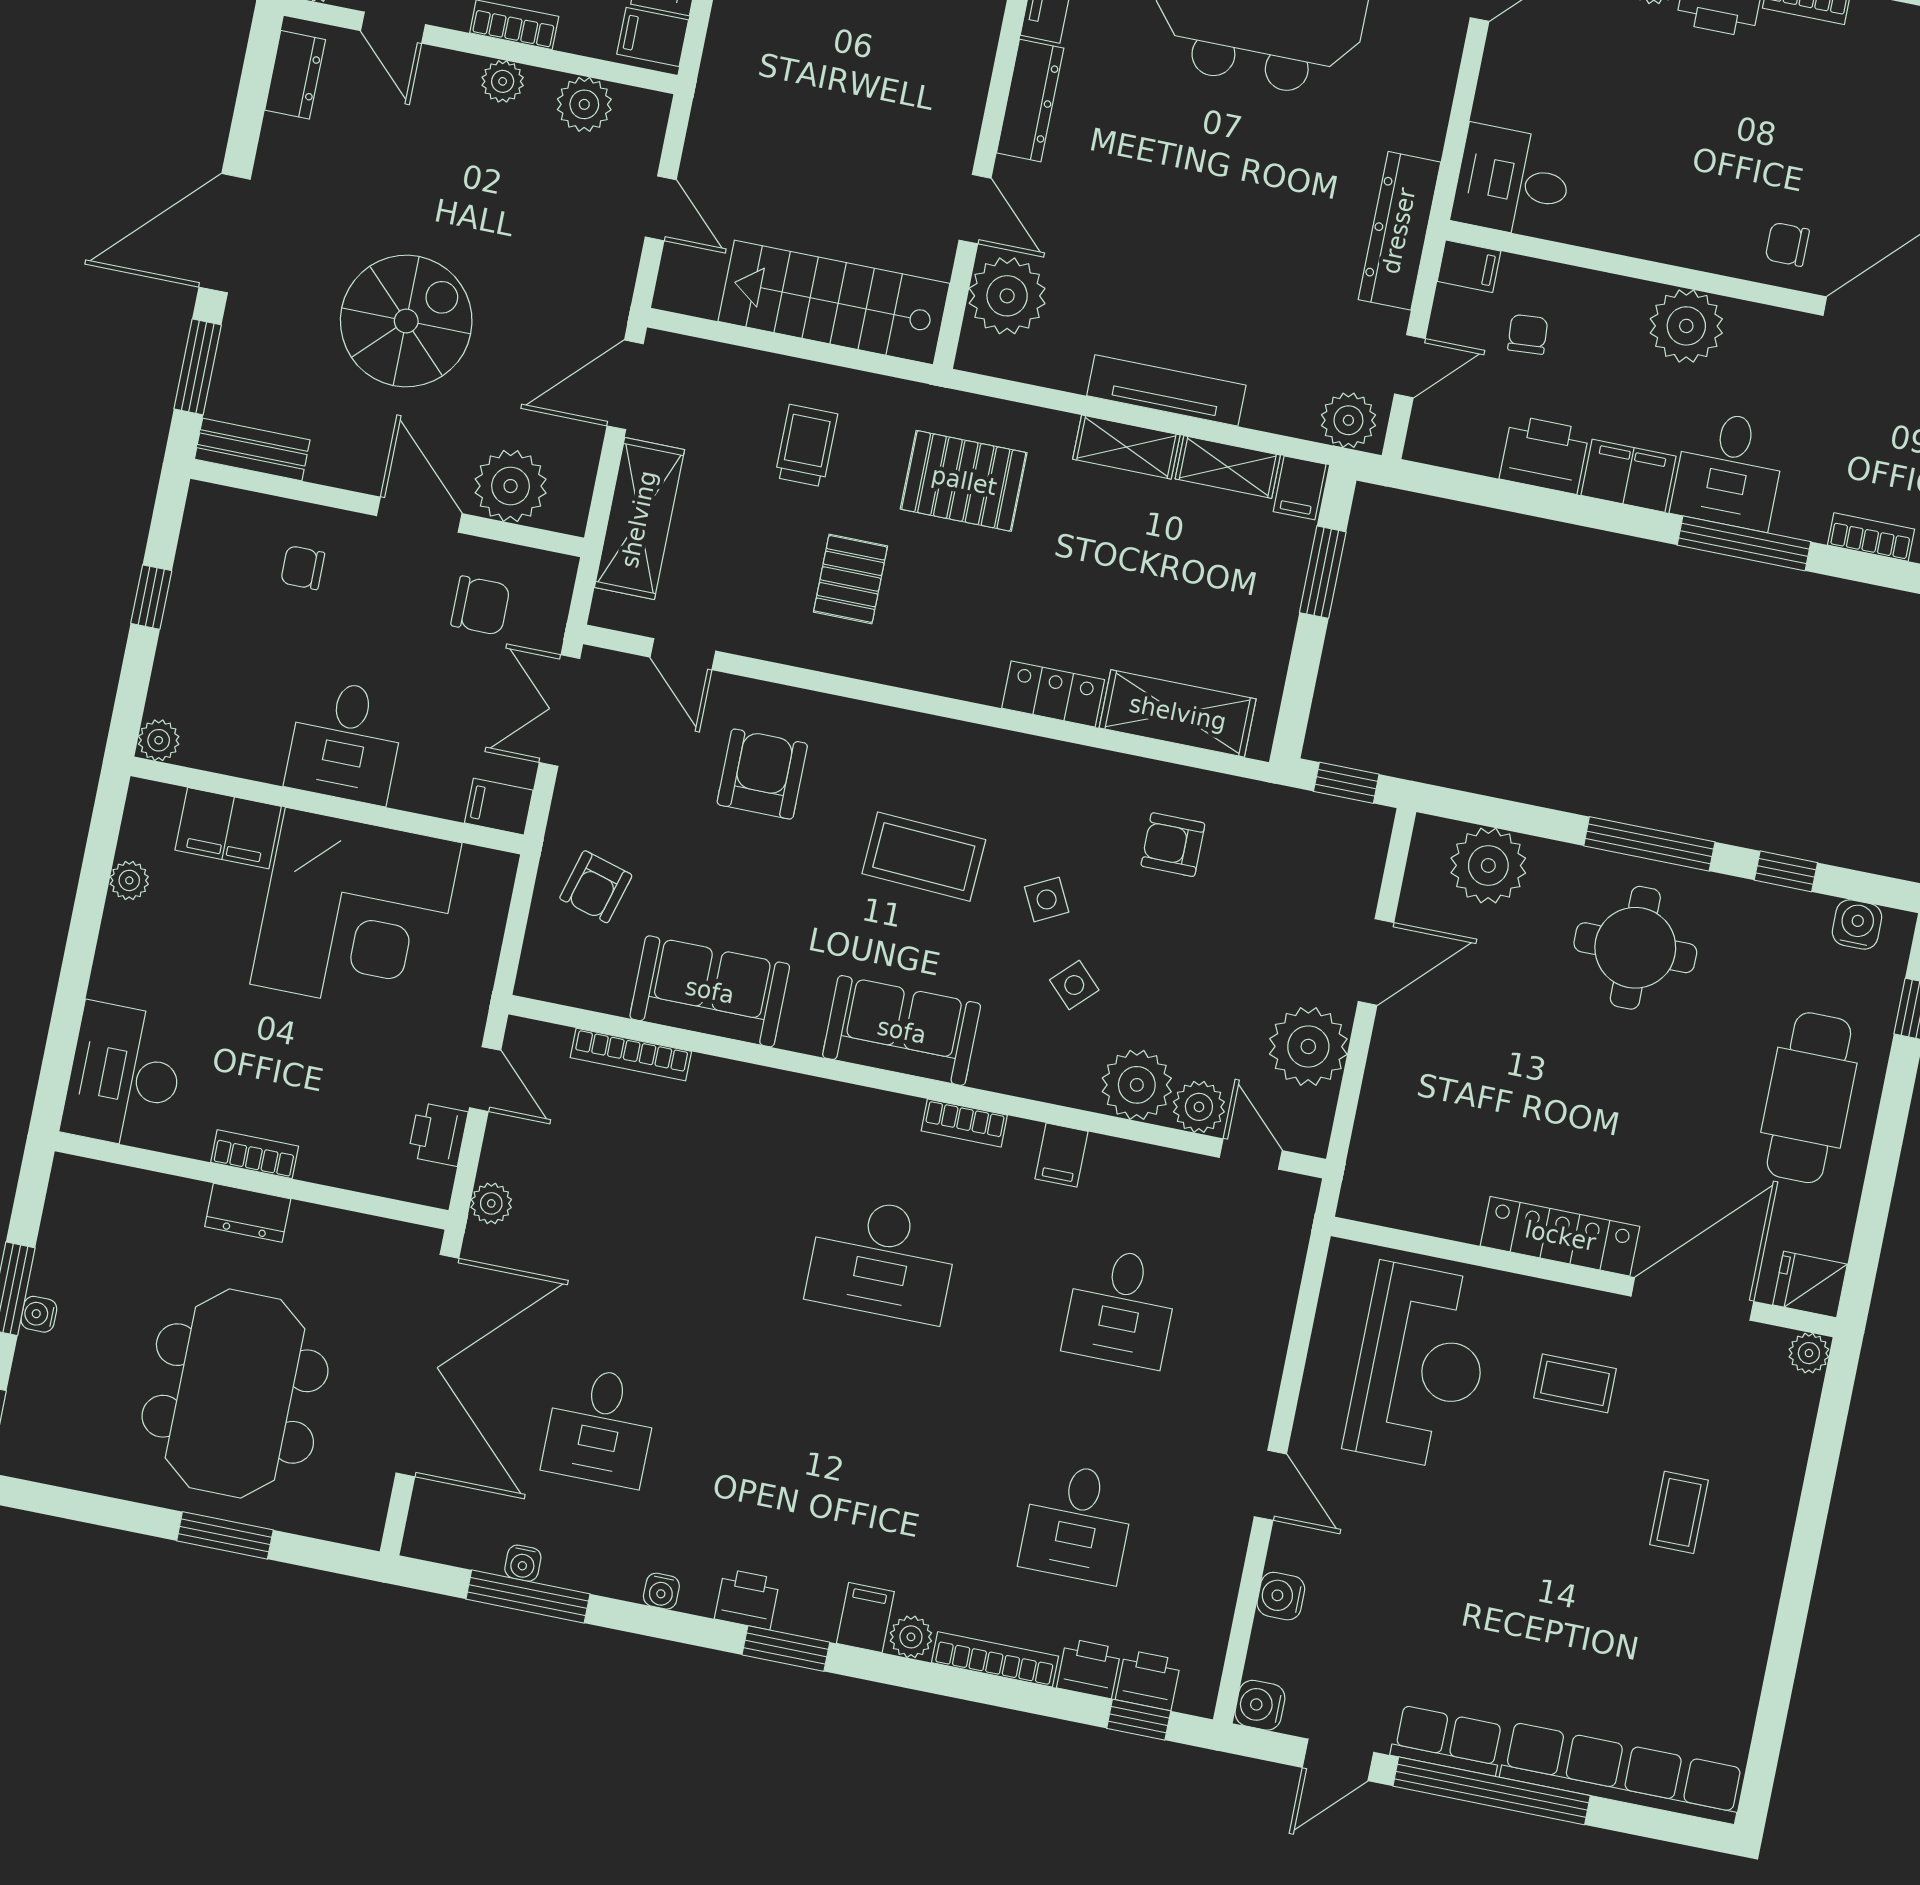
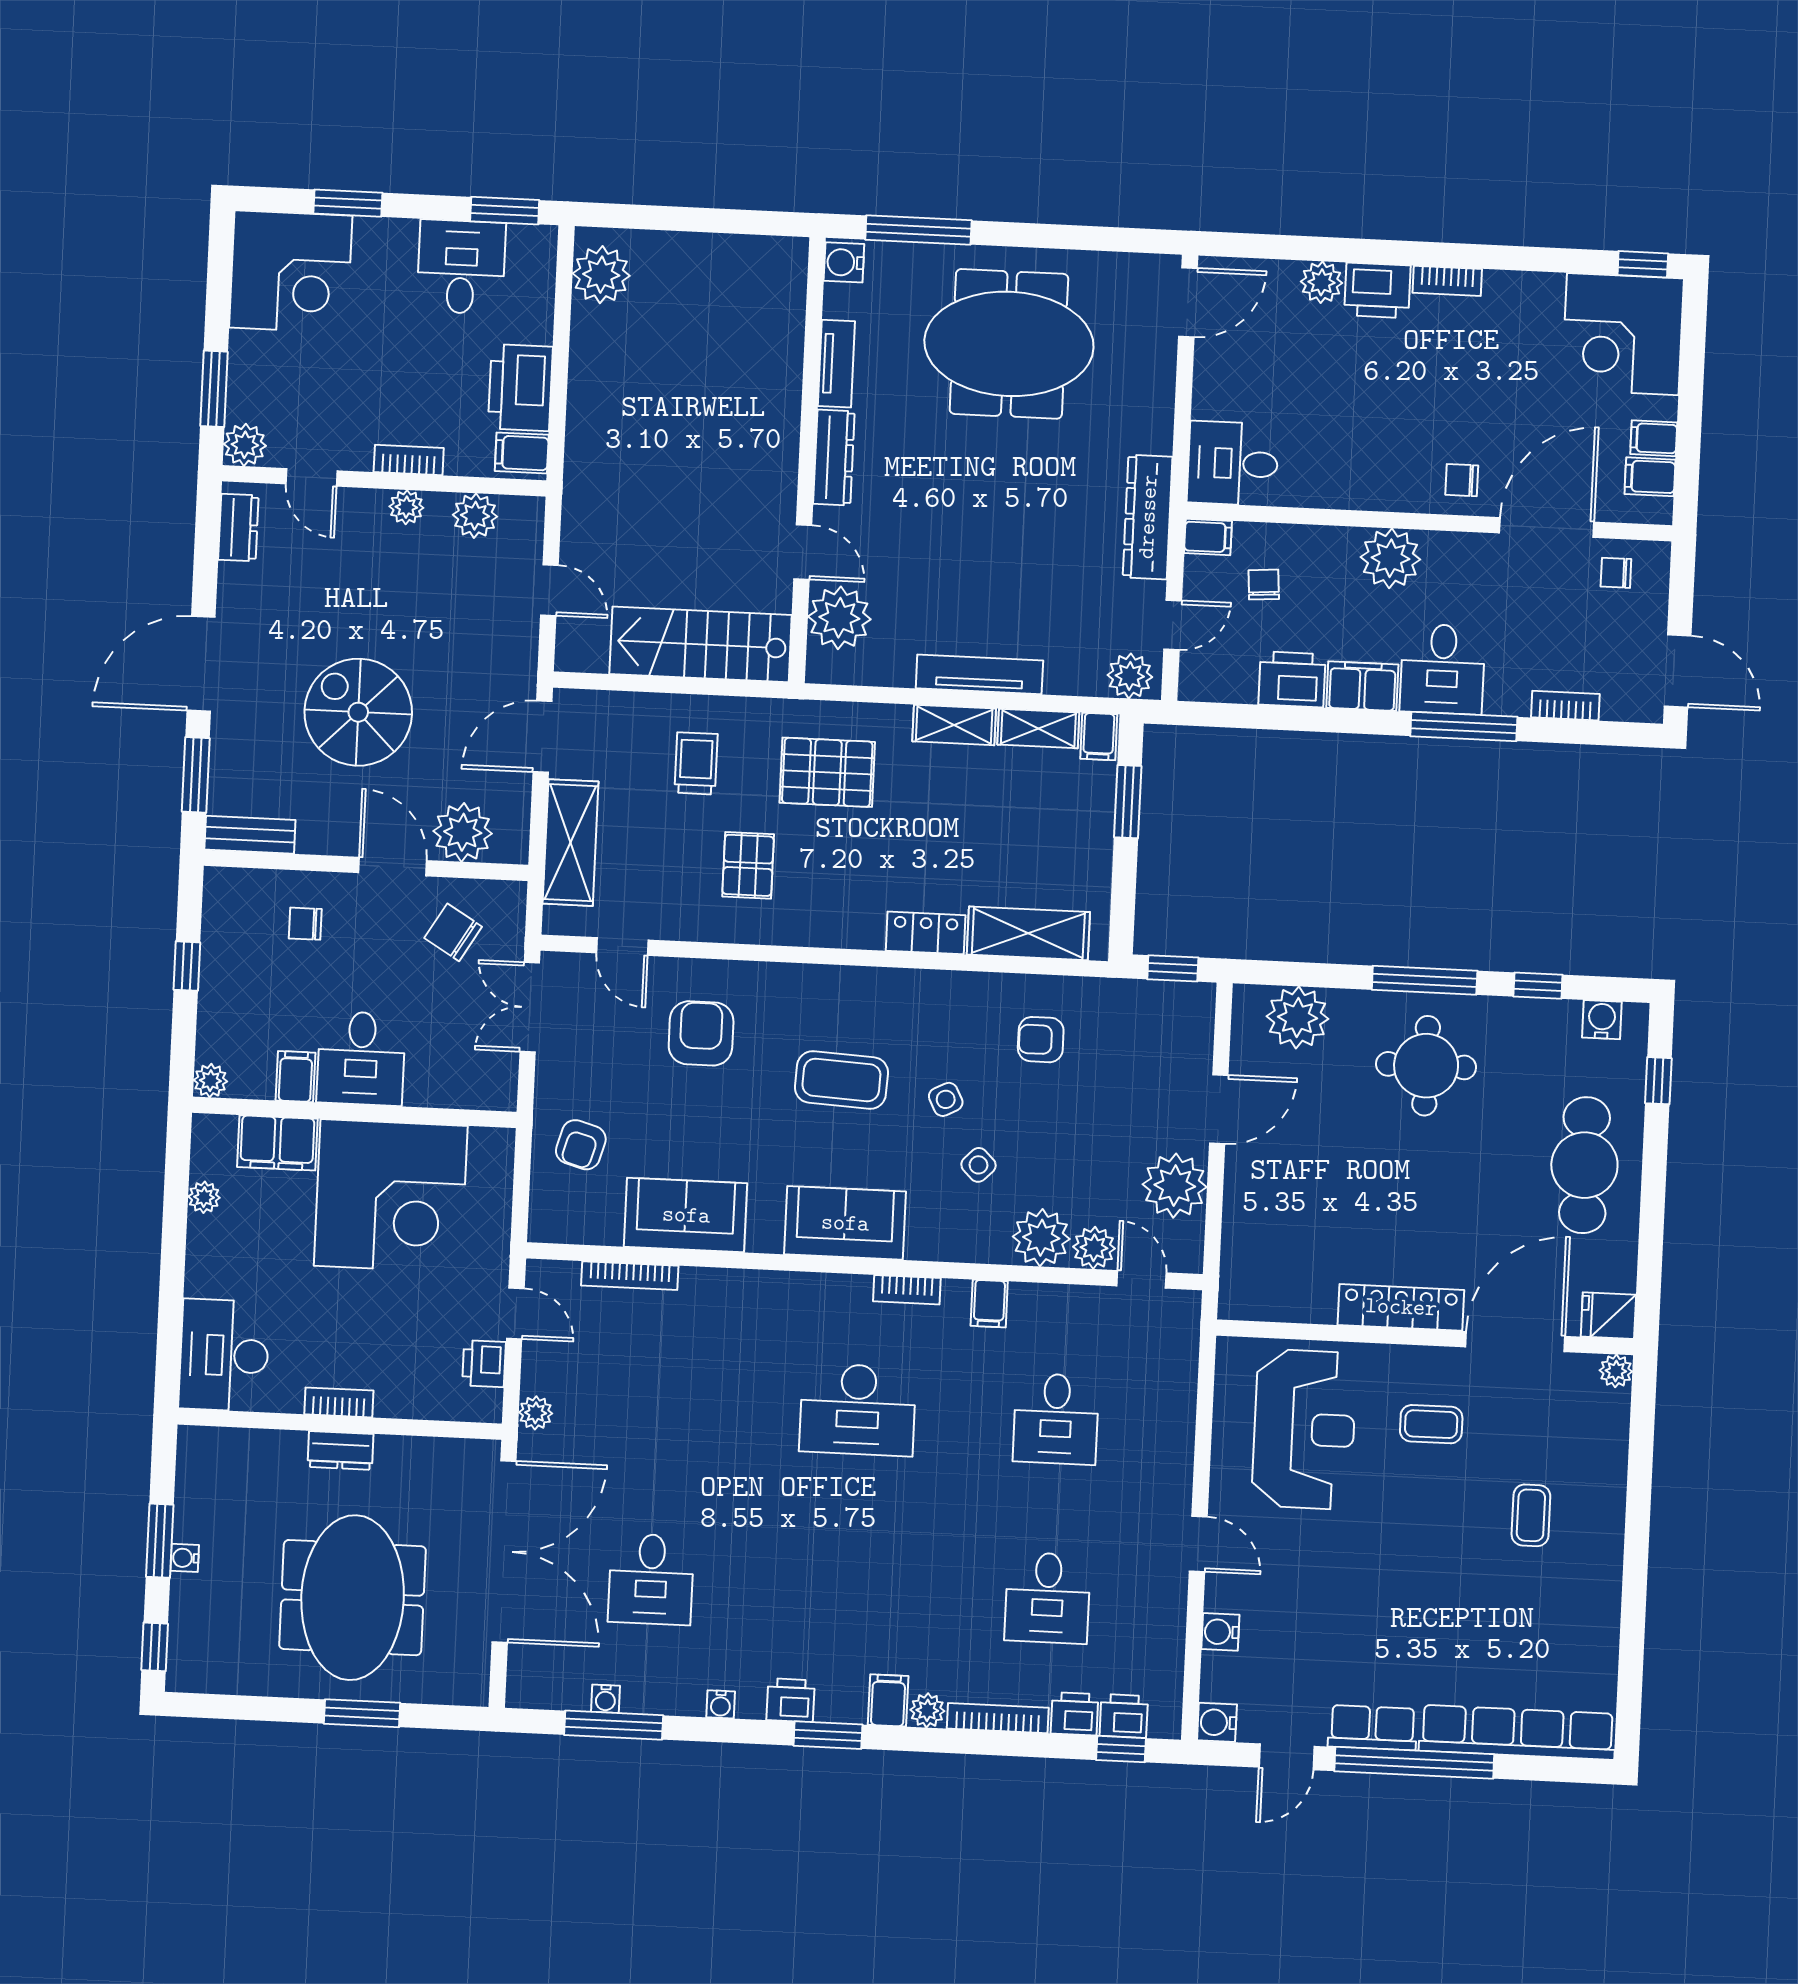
spiral stairs: (406, 321) -> (358, 712), turned -90
chair: (480, 606) -> (453, 932), turned -149
filing cabinet: (499, 807) -> (296, 1077), moved, turned 90

